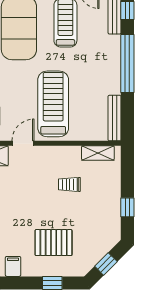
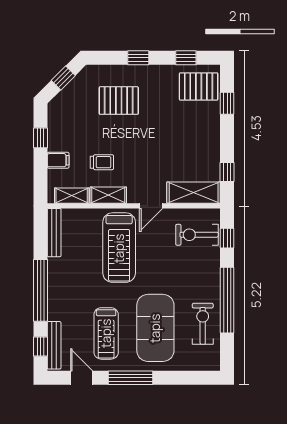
shelving: (63, 153) -> (108, 195), added
filing cabinet: (13, 266) -> (58, 160), moved, turned -90
window: (52, 283) -> (138, 58), moved

